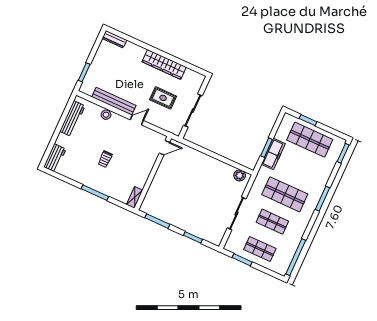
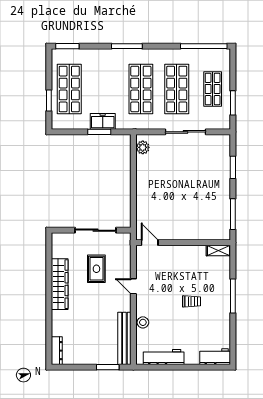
bench: (114, 101) -> (124, 338), moved
freezer: (273, 154) -> (103, 121), width x0.71
shop shelf: (272, 222) -> (177, 89), width x1.43, depth x1.36

